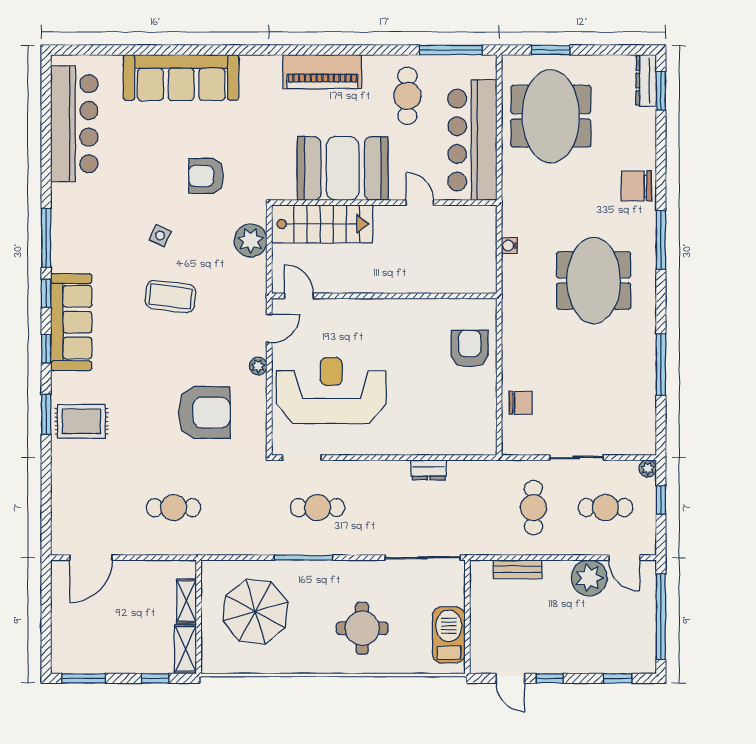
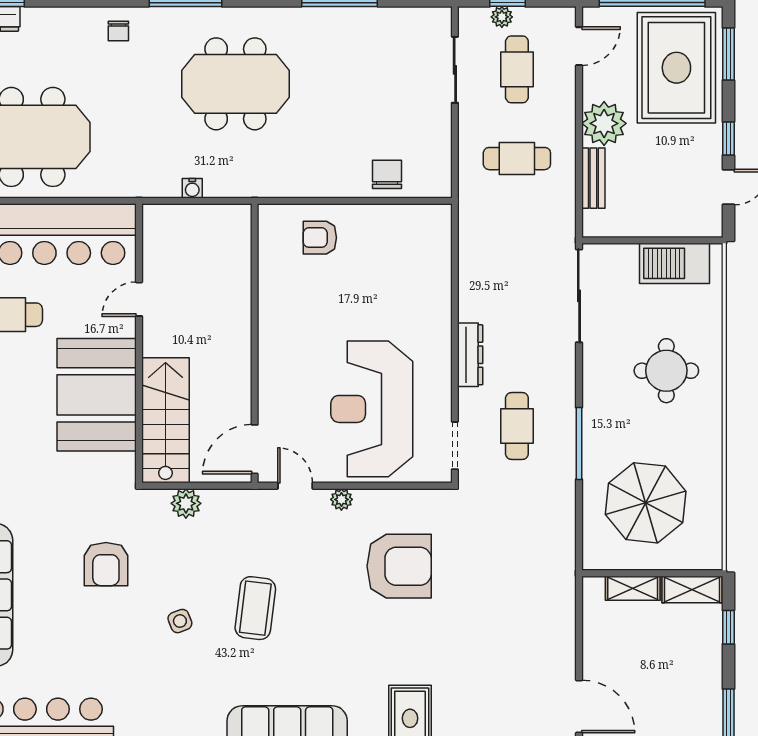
chair: (636, 186) -> (118, 31), width x0.54, depth x0.54
side table: (160, 236) -> (180, 621), turned 45
plant: (251, 240) -> (186, 503), width x0.73, depth x0.73
door: (299, 296) -> (255, 449), width x1.38
armchair: (470, 349) -> (320, 238), width x0.72, depth x0.72
armchair: (204, 413) -> (399, 566), turned 90
sliding door: (577, 458) -> (455, 70), moved
plant: (648, 468) -> (502, 17), moved
dresser: (429, 470) -> (470, 355), moved, width x1.44
cafe table: (174, 508) -> (517, 604), removed
plant: (589, 578) -> (604, 123), moved
rug: (607, 636) -> (676, 68), added
window: (618, 678) -> (728, 54), width x1.50

